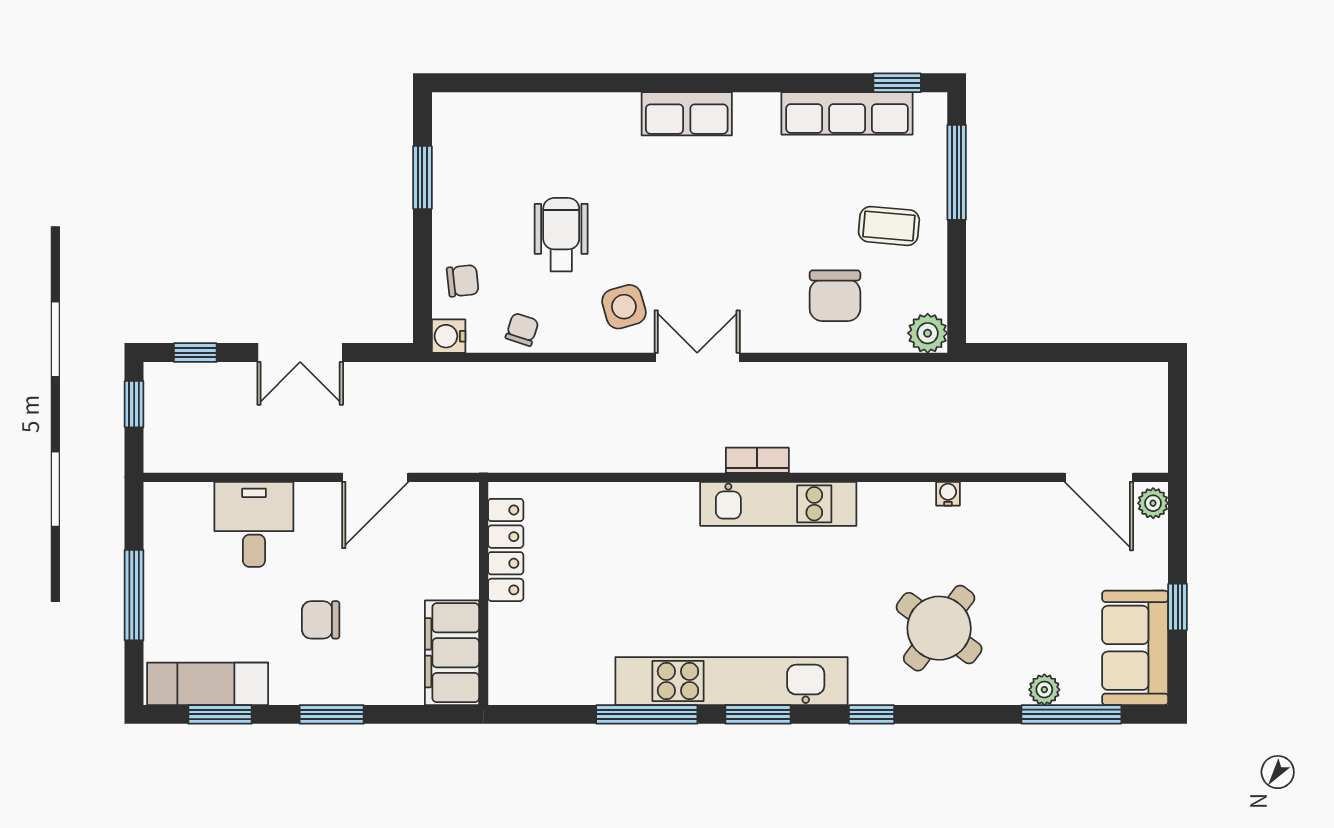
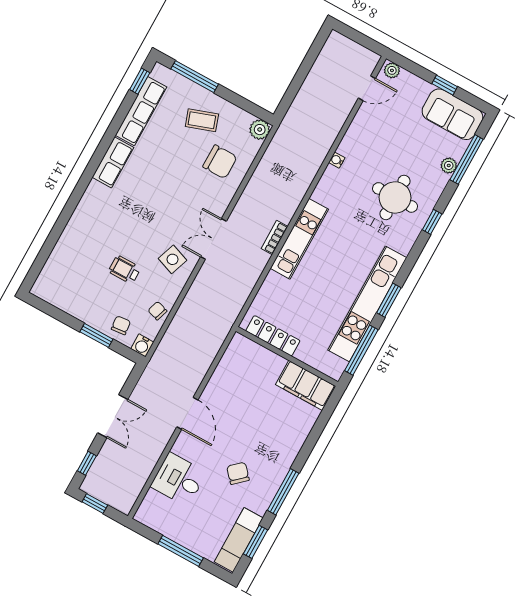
row of seats: (687, 114) -> (113, 162), moved
window: (422, 177) -> (96, 335), moved
coffee table: (889, 226) -> (202, 120), turned 66
wheelchair: (561, 235) -> (125, 270), width x0.73, depth x0.73
side table: (624, 307) -> (173, 259), turned 36
door: (1099, 477) -> (367, 88), width x0.73
locker: (506, 550) -> (273, 336), moved
wall: (484, 593) -> (287, 356), moved
chair: (321, 620) -> (238, 473), turned 138
round table: (939, 628) -> (395, 197), turned -37
filing cabinet: (452, 653) -> (306, 385), moved
window: (332, 714) -> (283, 492), width x1.44
window: (872, 714) -> (432, 222), moved

